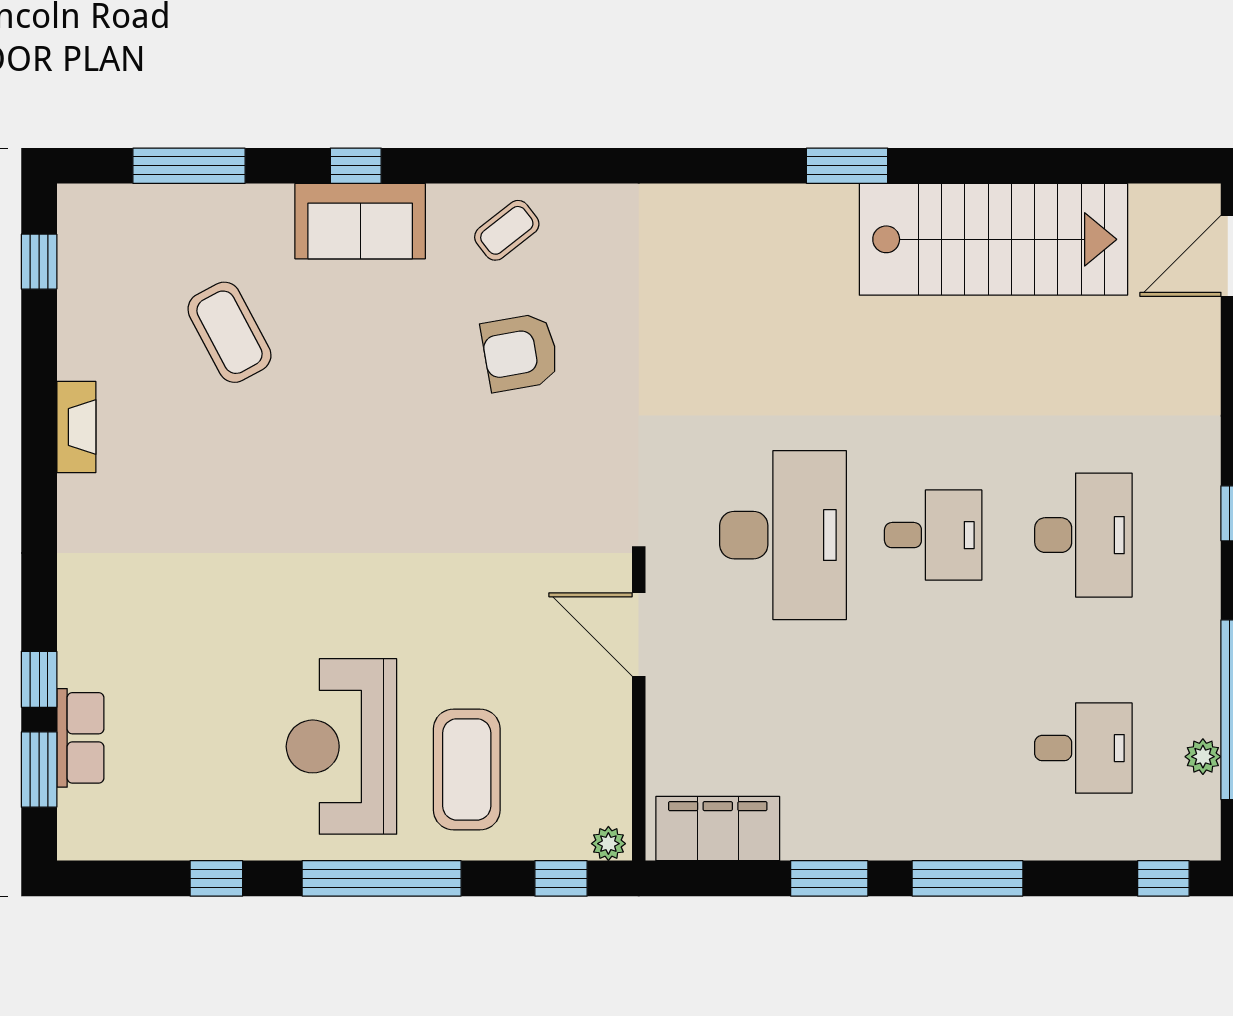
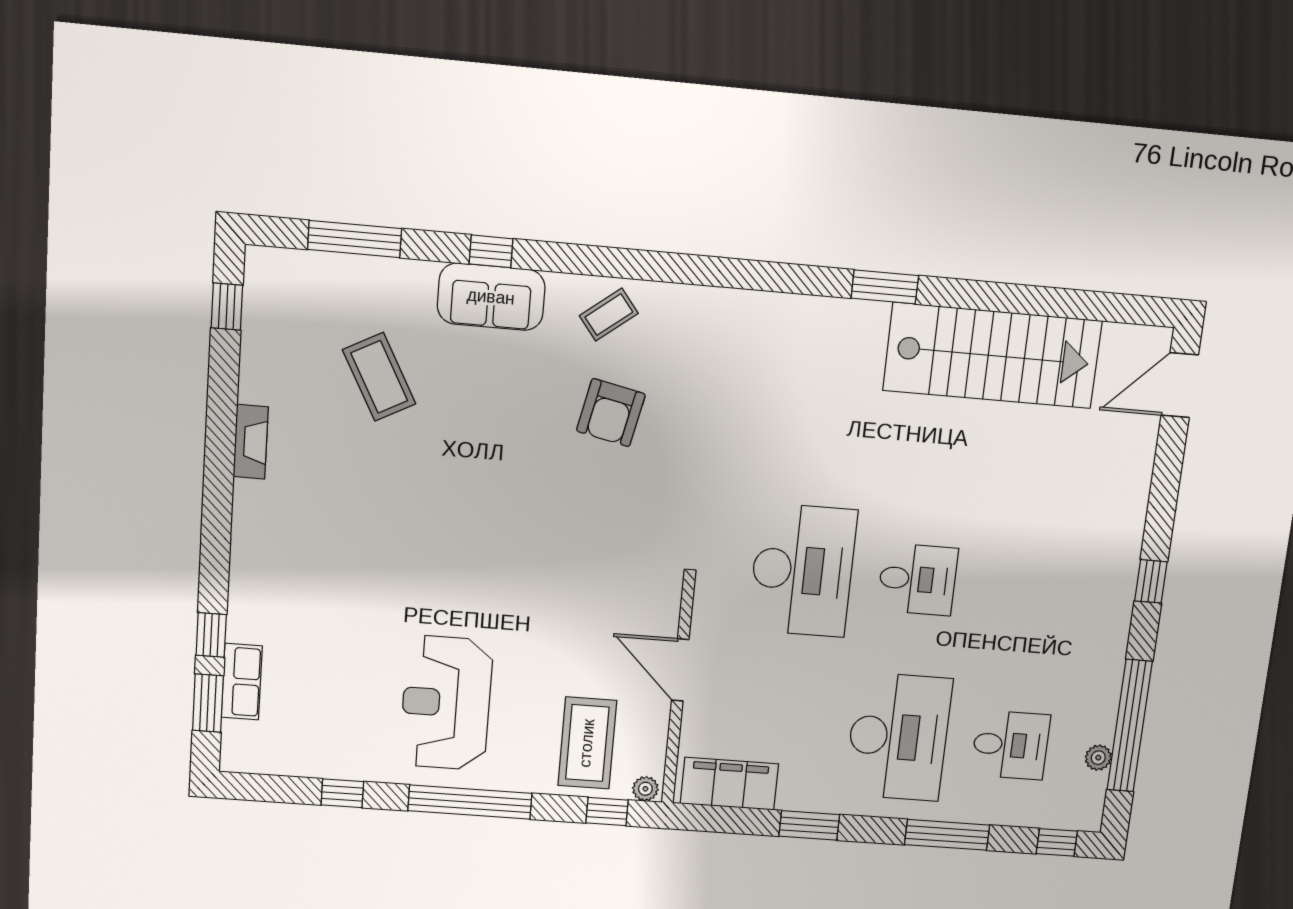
armchair: (520, 352) -> (611, 413), turned -68
desk: (1083, 535) -> (898, 737), moved, width x1.36, depth x1.30
door: (639, 634) -> (680, 670), moved
coffee table: (467, 769) -> (587, 743), moved
window: (967, 878) -> (947, 835), moved

